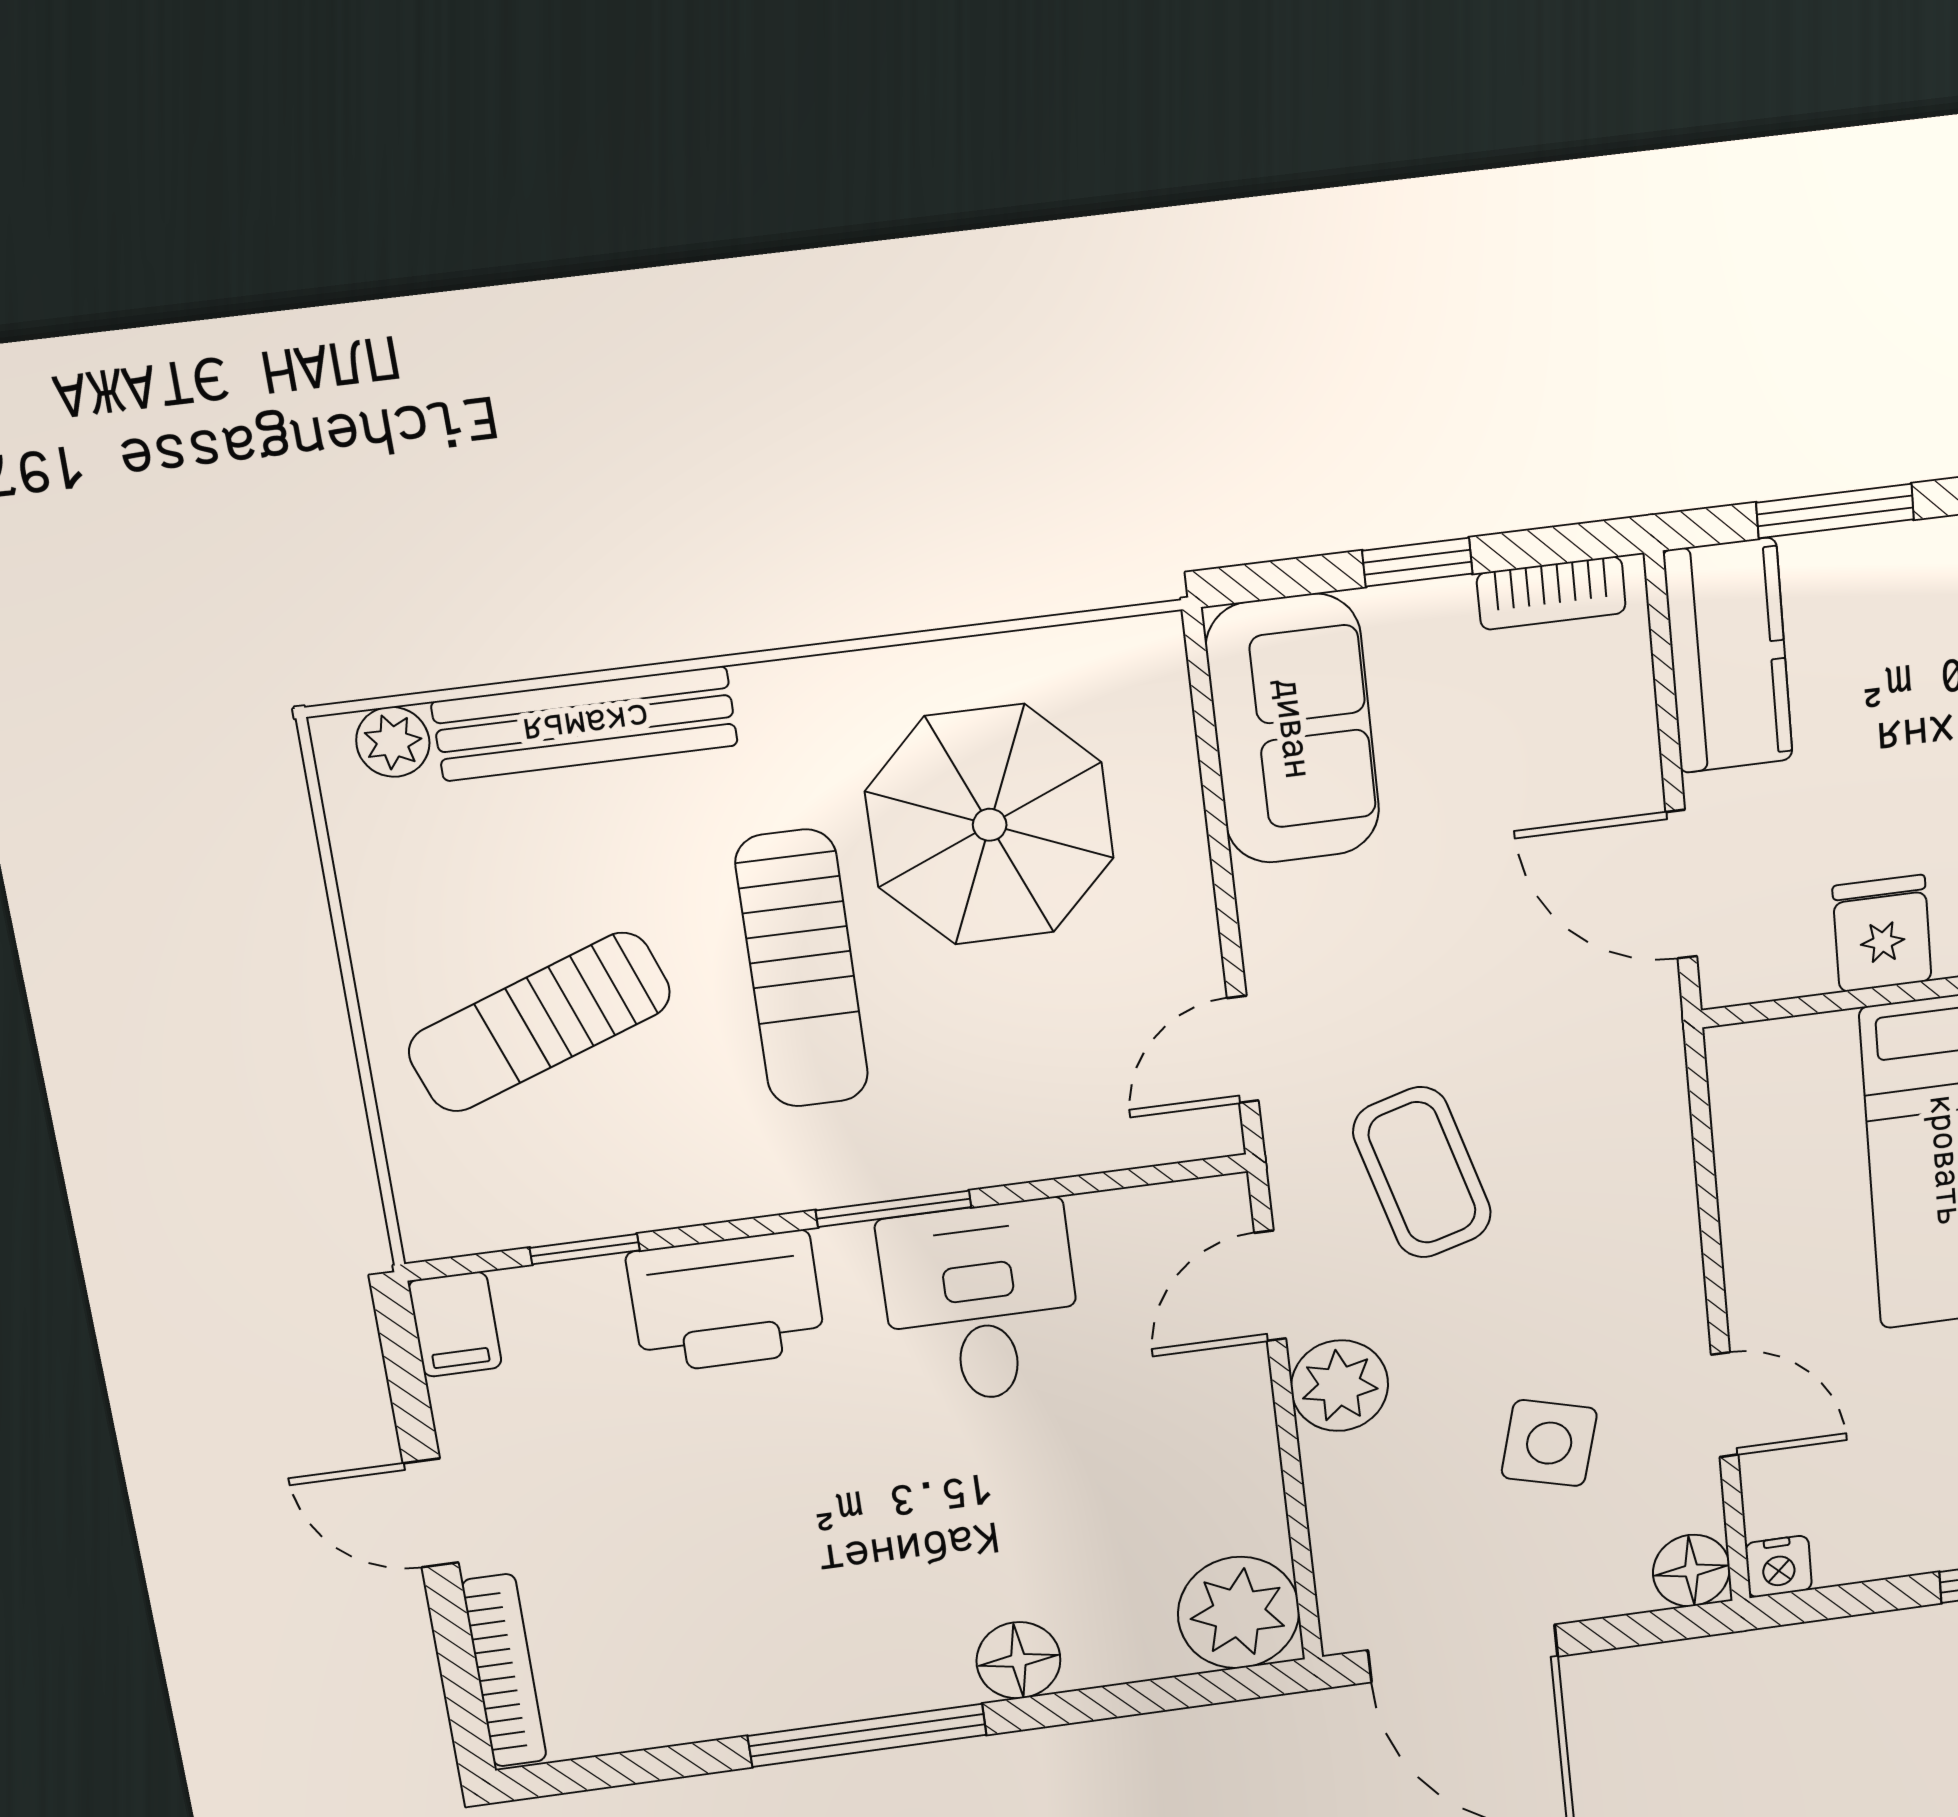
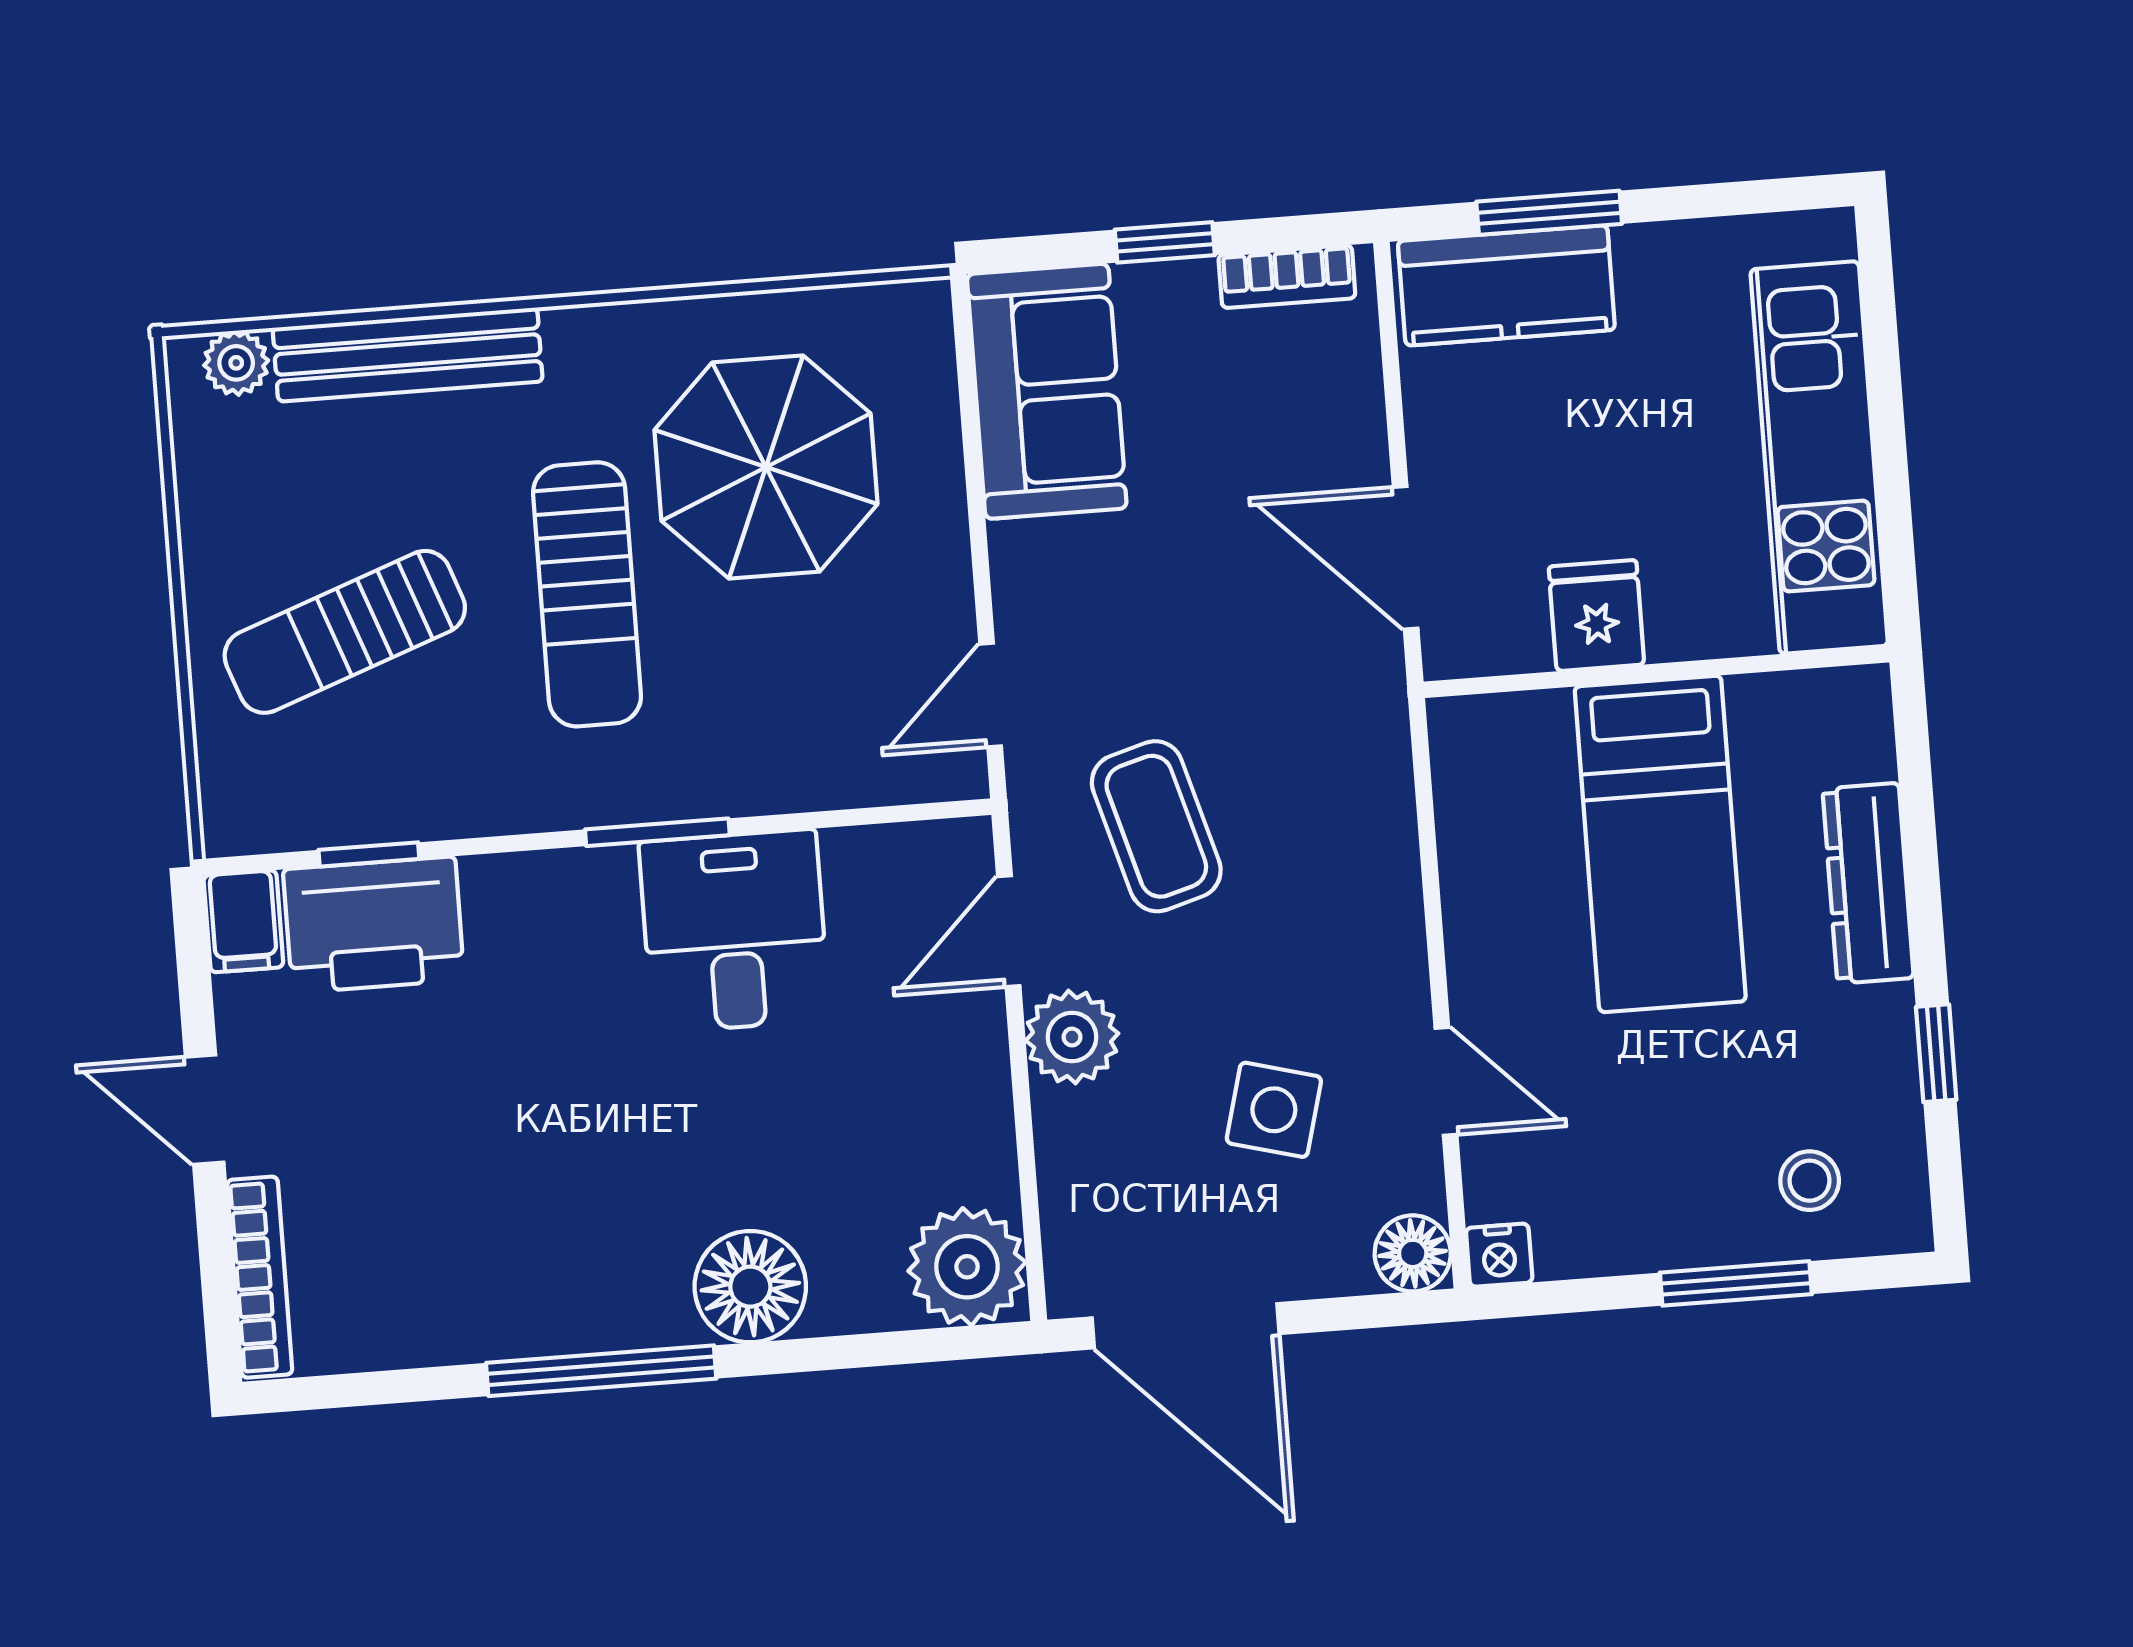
kitchen counter: (1728, 656) -> (1506, 285), moved, turned 90
printer: (726, 1302) -> (374, 925), moved
floor lamp: (1018, 1660) -> (750, 1287), width x1.38, depth x1.38

